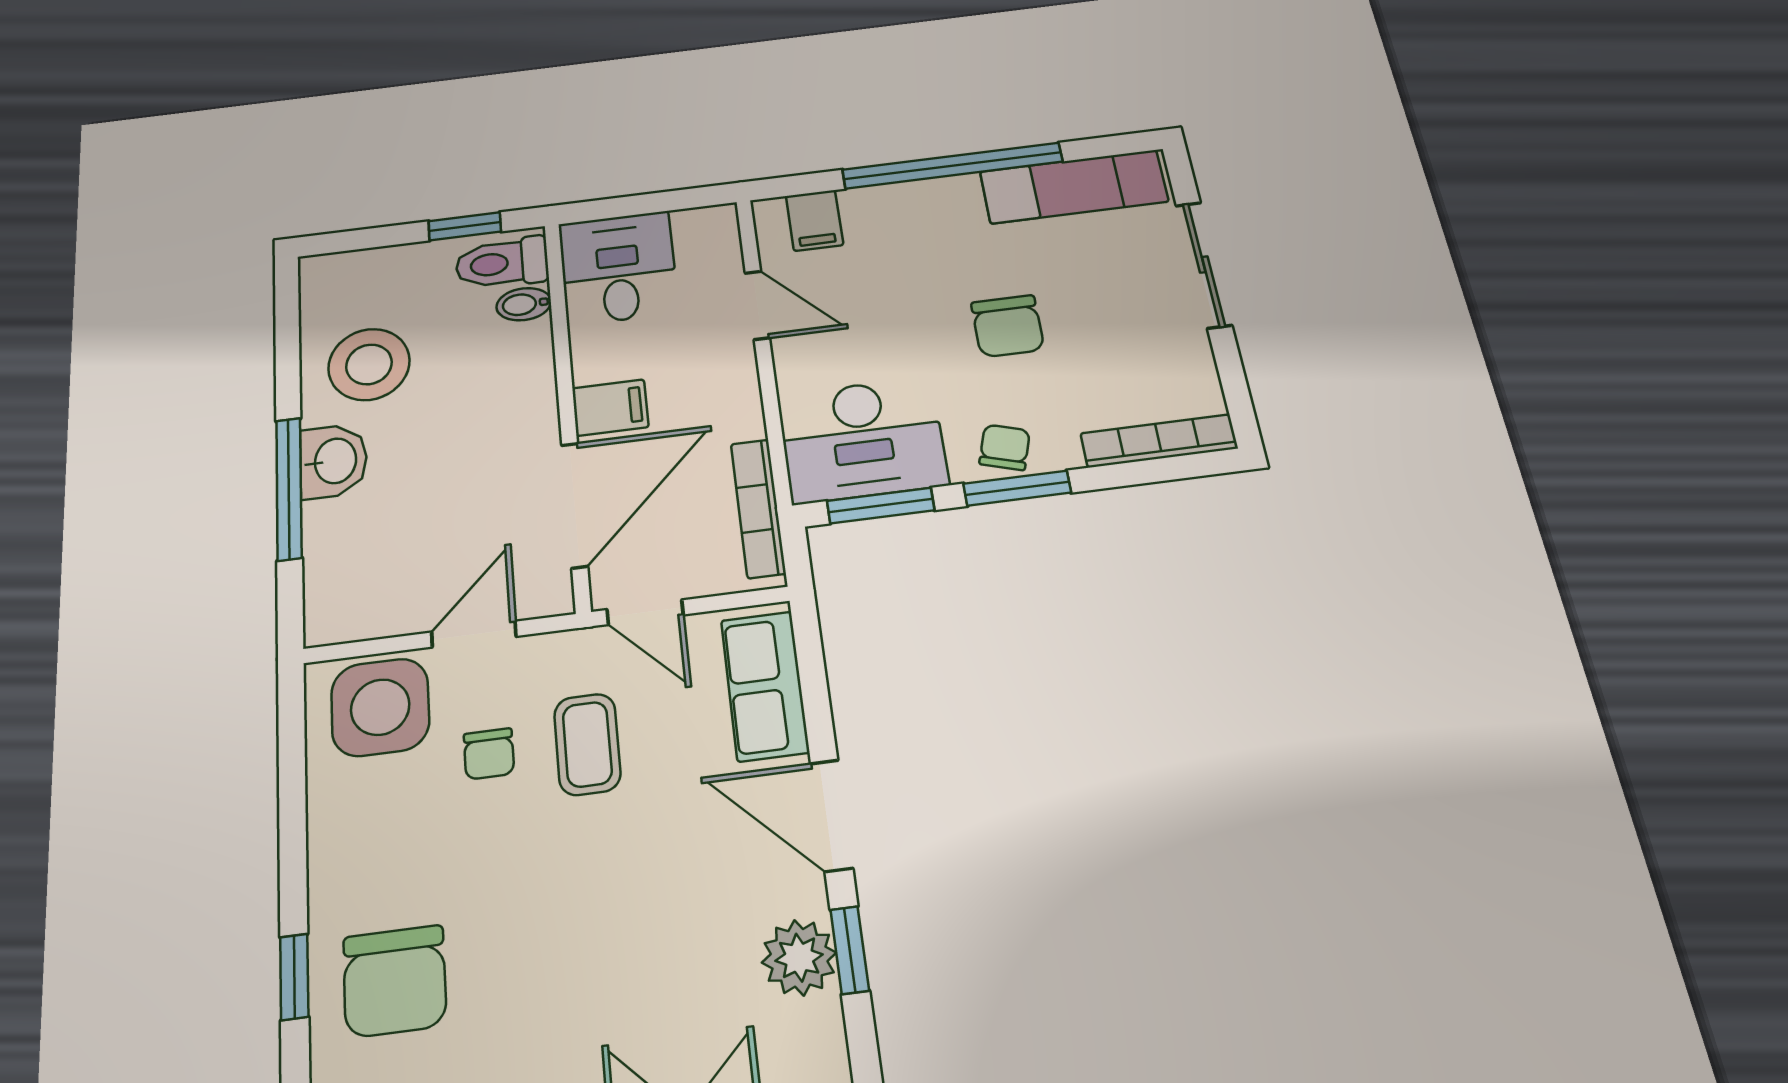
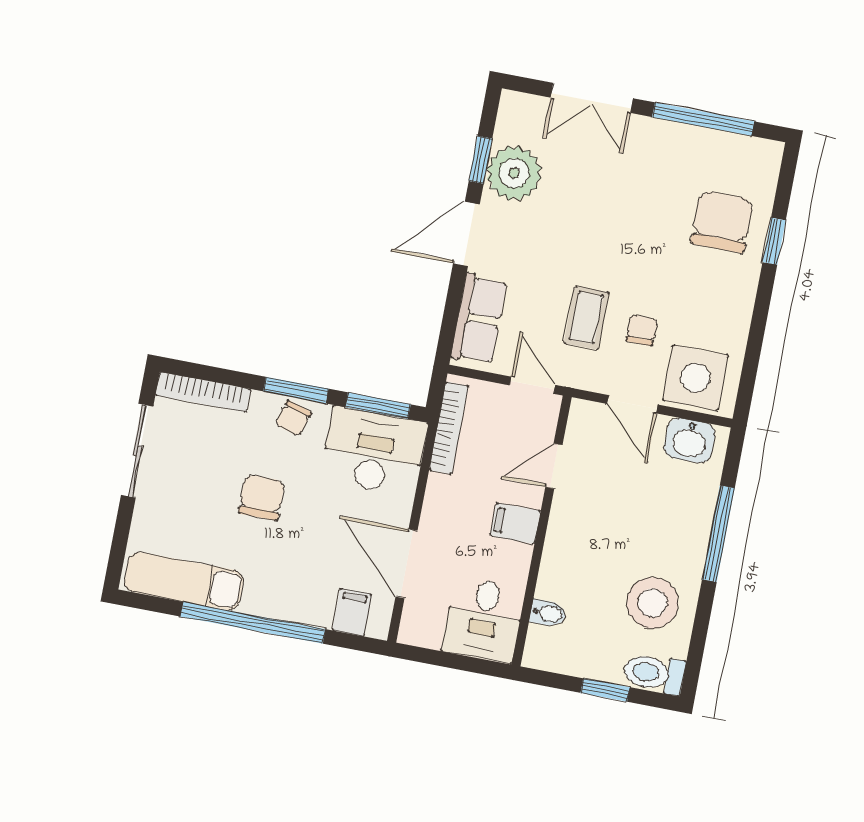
window: (465, 226) -> (605, 690), moved
toilet: (502, 263) -> (654, 673), moved, turned 180
sliding door: (1204, 265) -> (137, 451), moved
door: (757, 305) -> (406, 564), width x1.37
washbasin: (334, 461) -> (690, 440), moved, turned -90
door: (575, 505) -> (554, 466), width x0.53
door: (474, 634) -> (633, 404), hinge flipped
door: (831, 815) -> (466, 234), swing flipped
plant: (799, 958) -> (514, 173), width x1.36, depth x1.36

